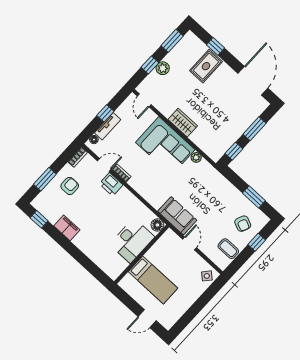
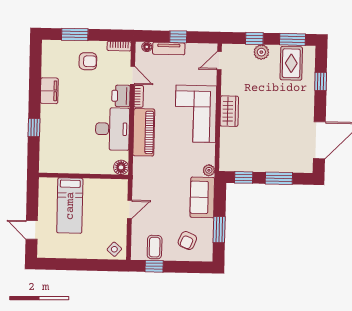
rug: (206, 66) -> (291, 63), moved, turned 90
plant: (196, 157) -> (209, 170), moved
piano: (148, 190) -> (144, 132), added
sofa: (177, 216) -> (202, 197), moved, turned 180
window: (39, 219) -> (34, 128), moved
desk: (132, 241) -> (112, 129), moved, turned -90
window: (257, 242) -> (154, 266), moved

